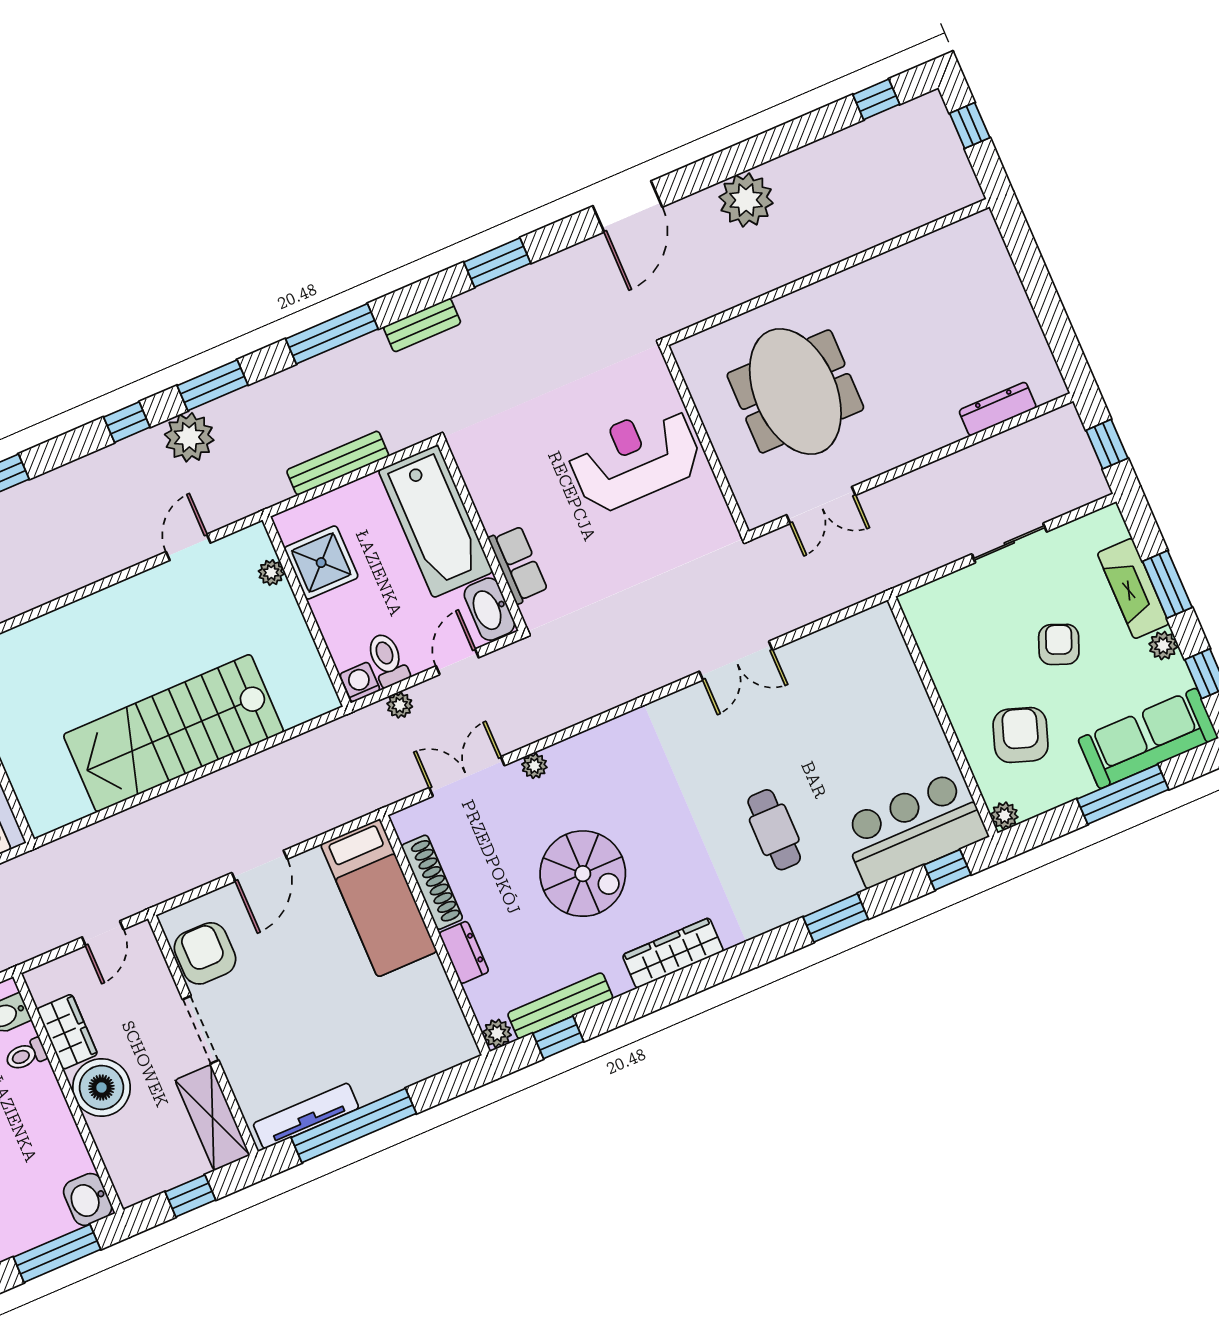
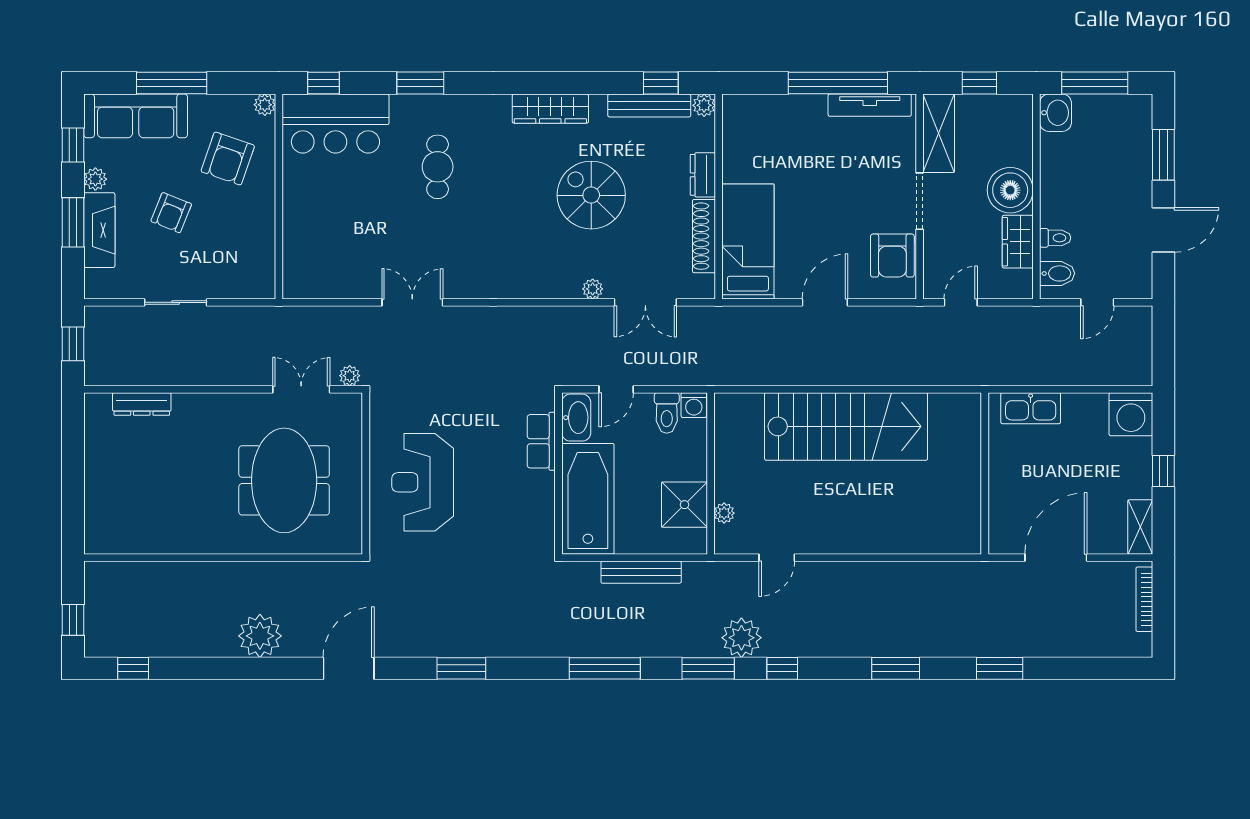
bench: (422, 325) -> (536, 646), removed
reception desk: (635, 458) -> (423, 482), turned 90
plant: (400, 705) -> (350, 376), moved

